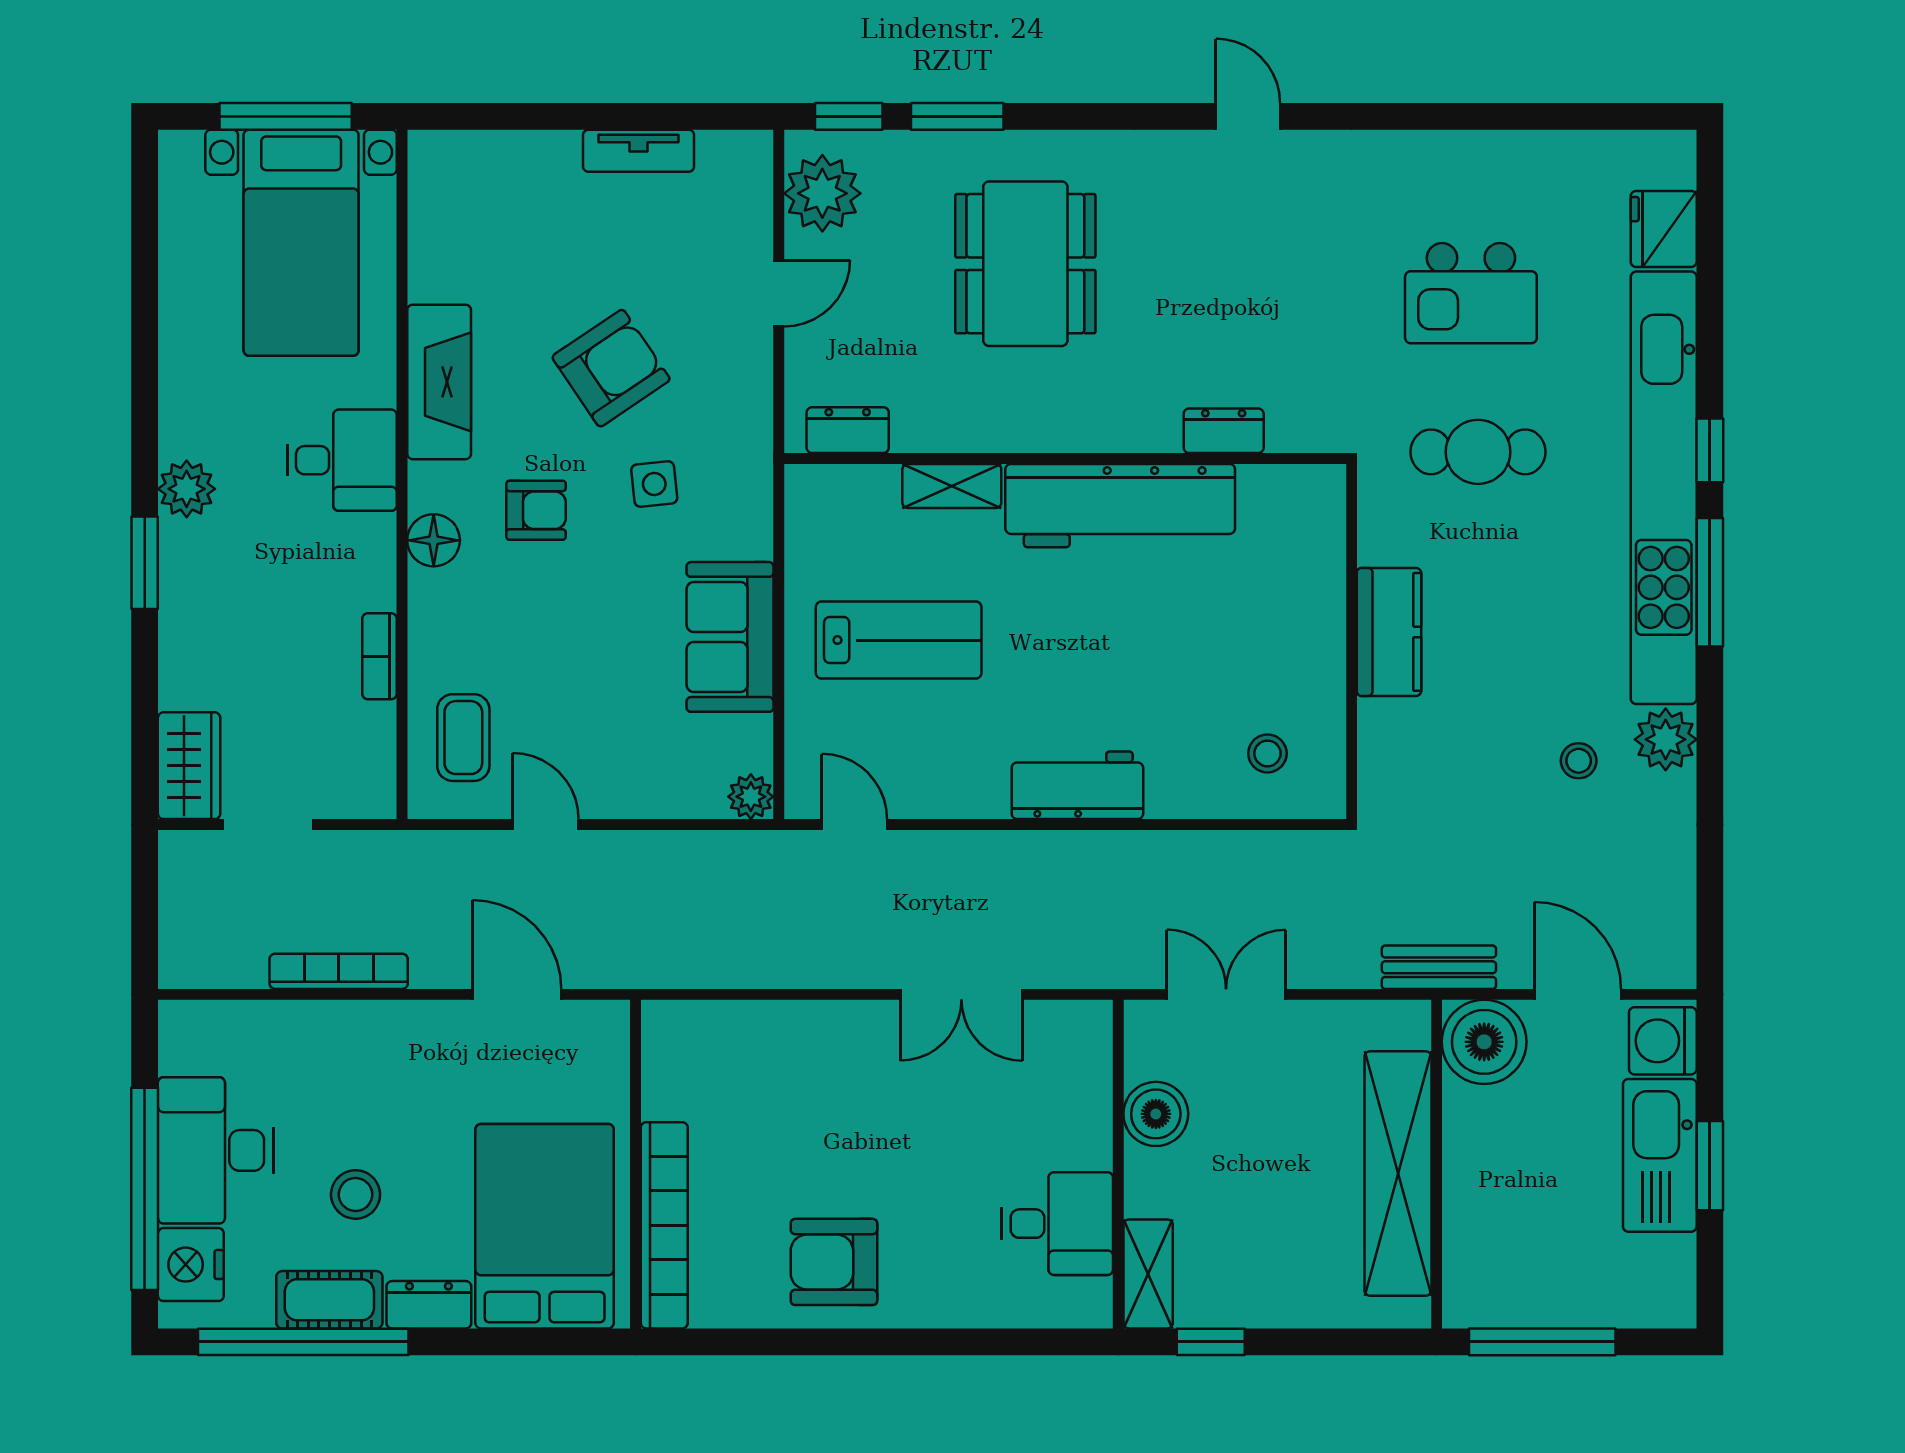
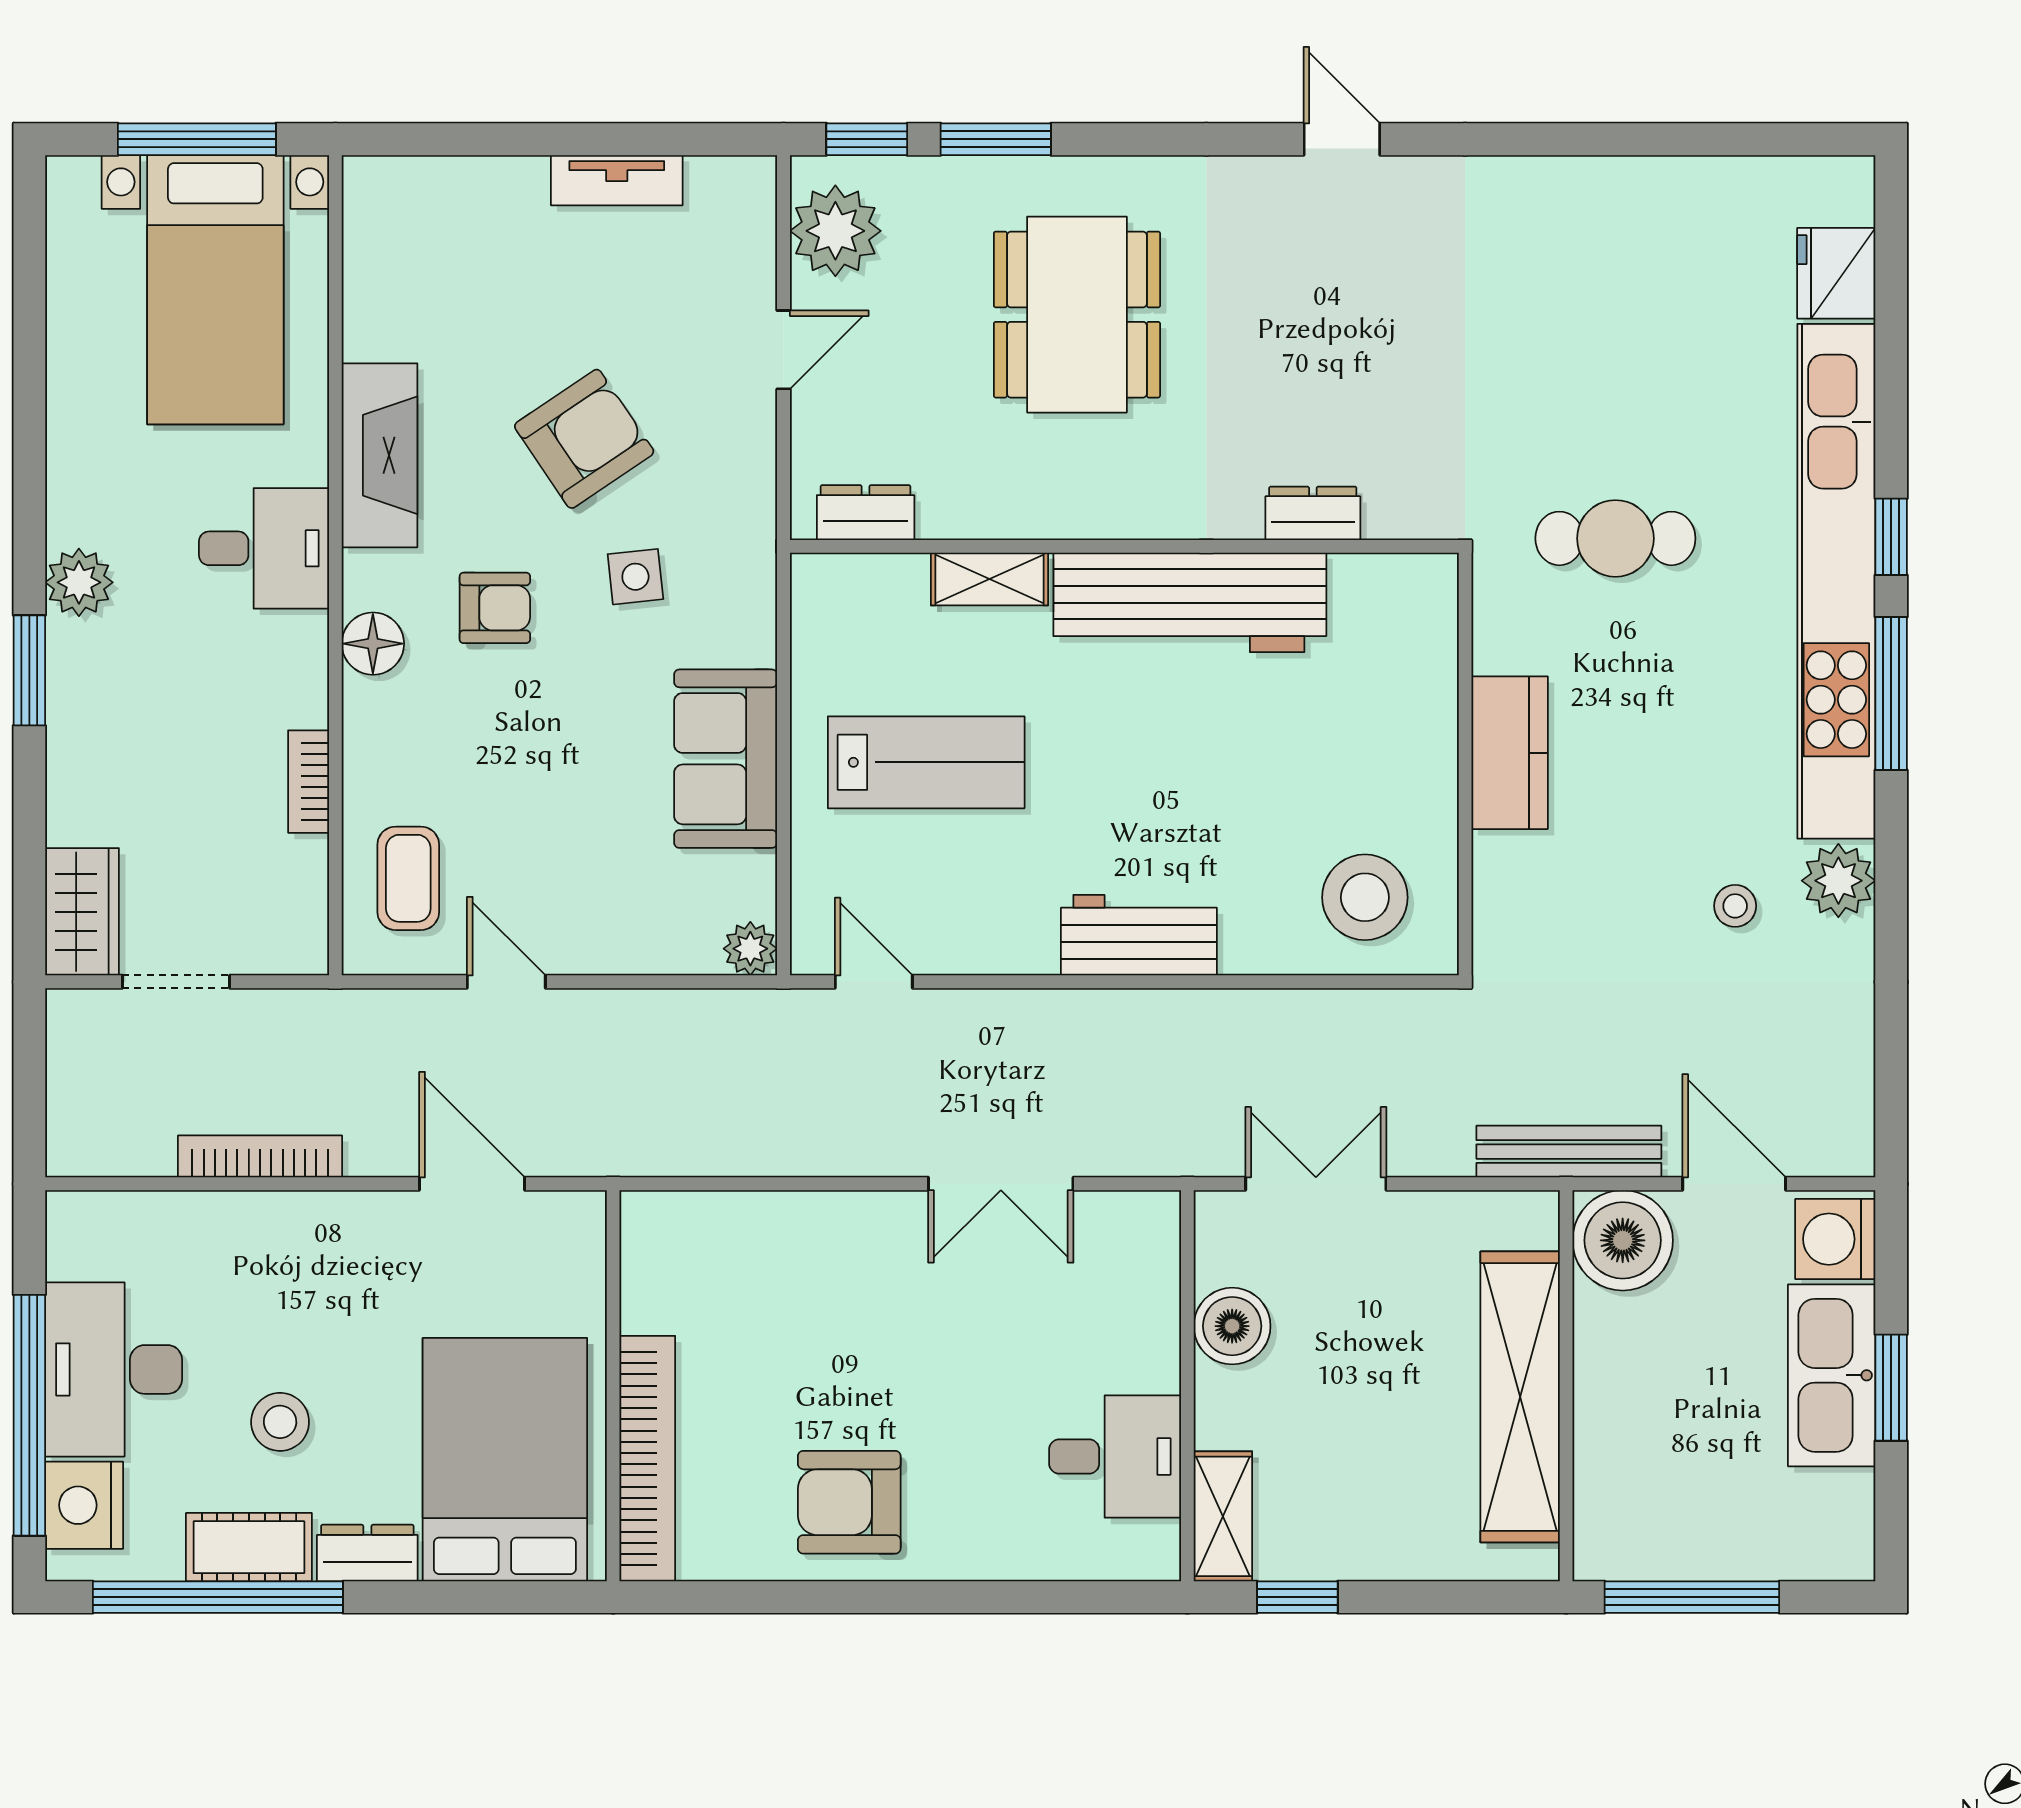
kitchen island: (1471, 293) -> (1607, 350), removed
stool: (1267, 753) -> (1365, 897), width x1.89, depth x1.89
bench: (1439, 967) -> (1569, 1152), width x1.36

